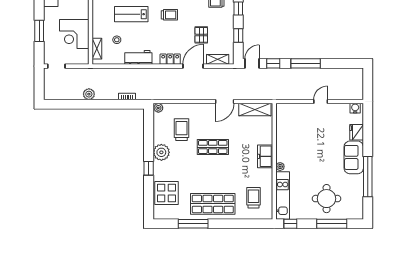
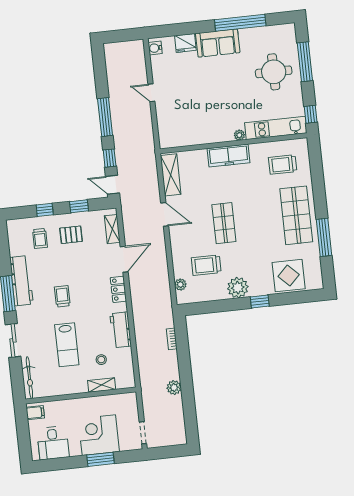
corner desk: (74, 34) -> (99, 435), moved, turned 180
pallet: (201, 35) -> (71, 235), moved
shelving: (97, 49) -> (102, 385), moved
door: (193, 66) -> (124, 259), swing flipped
plant: (158, 108) -> (180, 285), moved
freezer: (265, 156) -> (229, 156), width x1.40

